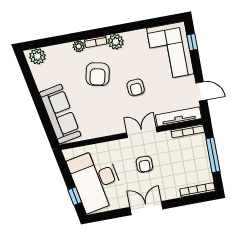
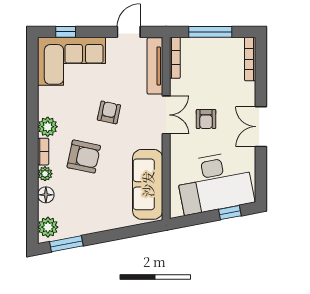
floor lamp: (62, 50) -> (46, 195), added
window: (27, 73) -> (66, 244), added
armchair: (136, 87) -> (109, 112), turned -73
sofa: (60, 114) -> (148, 184), moved, turned -79
double door: (142, 132) -> (166, 115), swing flipped
armchair: (144, 164) -> (206, 119), turned 90

